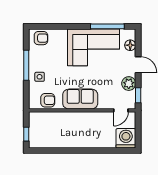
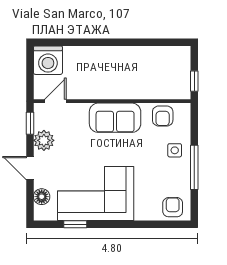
window: (107, 26) -> (75, 224), width x0.46
armchair: (41, 38) -> (173, 207), turned 90
armchair: (48, 100) -> (163, 116), turned -90
window: (26, 134) -> (194, 81), moved

